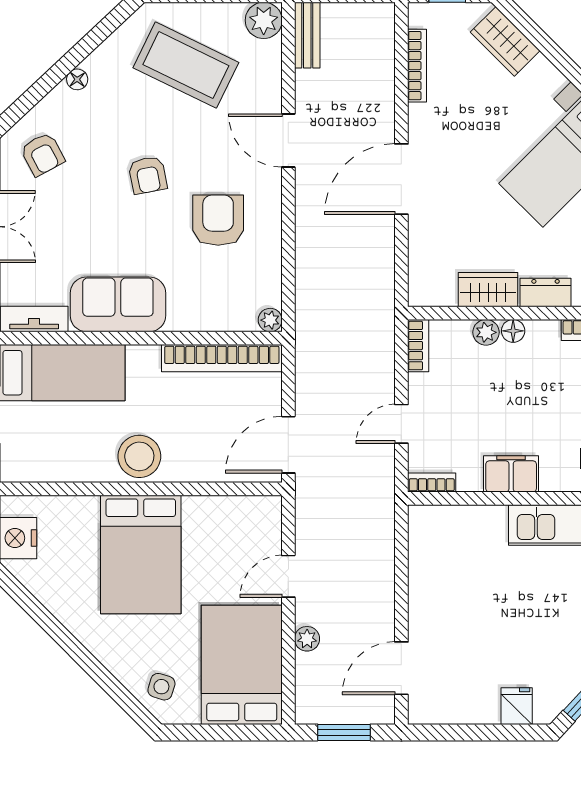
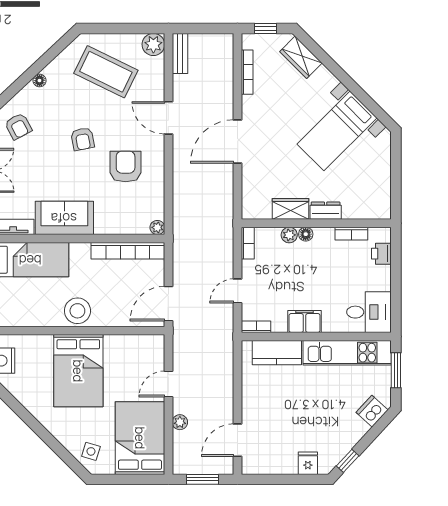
kitchen counter: (466, 525) -> (277, 353), added

